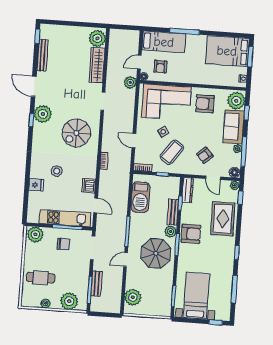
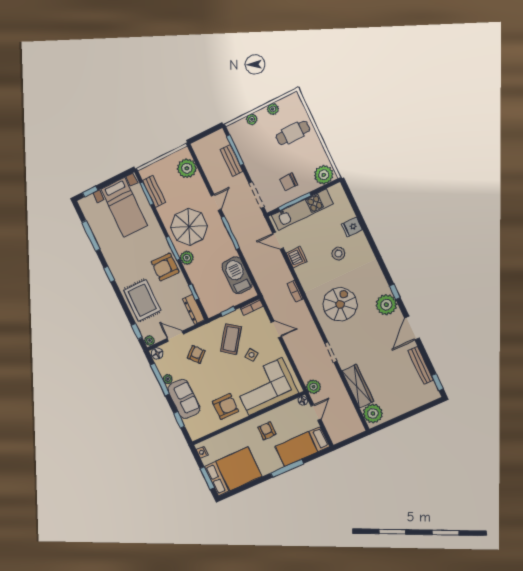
armchair: (160, 67) -> (267, 431), moved
door: (34, 86) -> (412, 328), swing flipped
plant: (236, 101) -> (196, 426), removed
bench: (173, 212) -> (154, 191), moved
plant: (69, 301) -> (252, 119), width x0.53, depth x0.53

